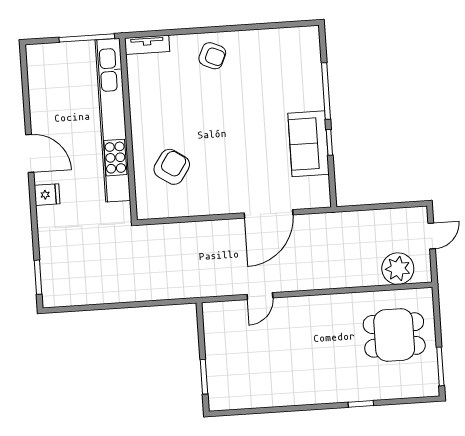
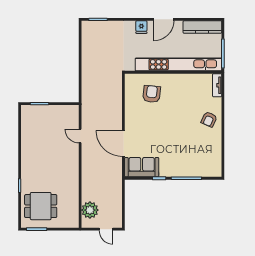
kitchen counter: (39, 80) -> (202, 27), added
sofa: (309, 144) -> (142, 167), moved
armchair: (172, 167) -> (152, 94), turned -118
dining table: (394, 335) -> (41, 206), moved, turned 90

